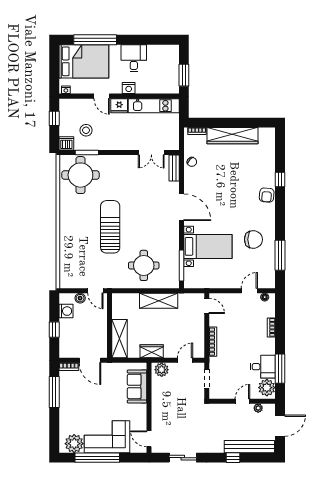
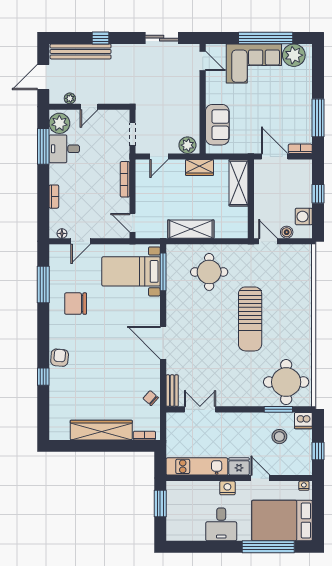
bed with nightstands: (208, 246) -> (131, 271), moved

